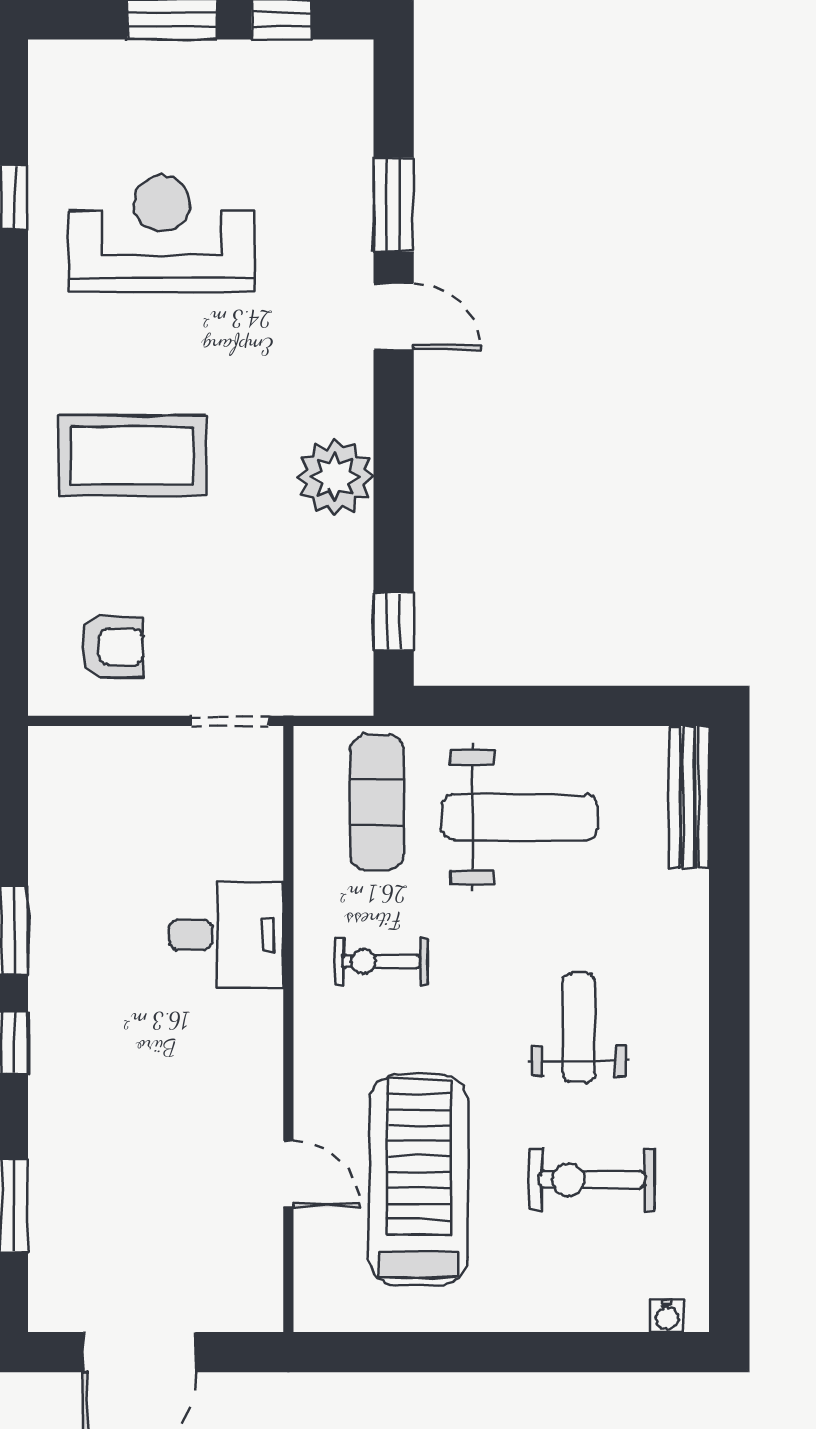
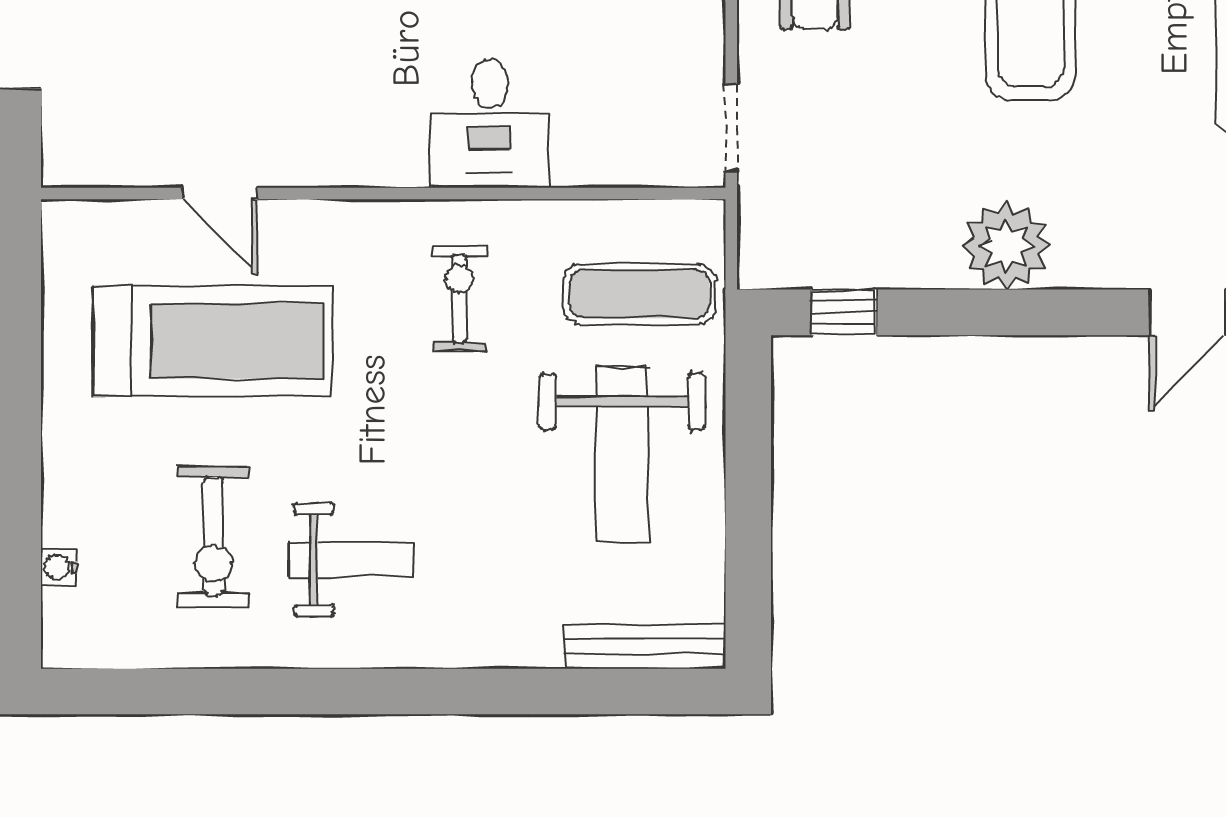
weight bench: (579, 1028) -> (351, 560), moved
door: (288, 1174) -> (220, 194), hinge flipped
exercise bike: (592, 1180) -> (213, 536), turned 180
water cooler: (667, 1316) -> (59, 567), moved

